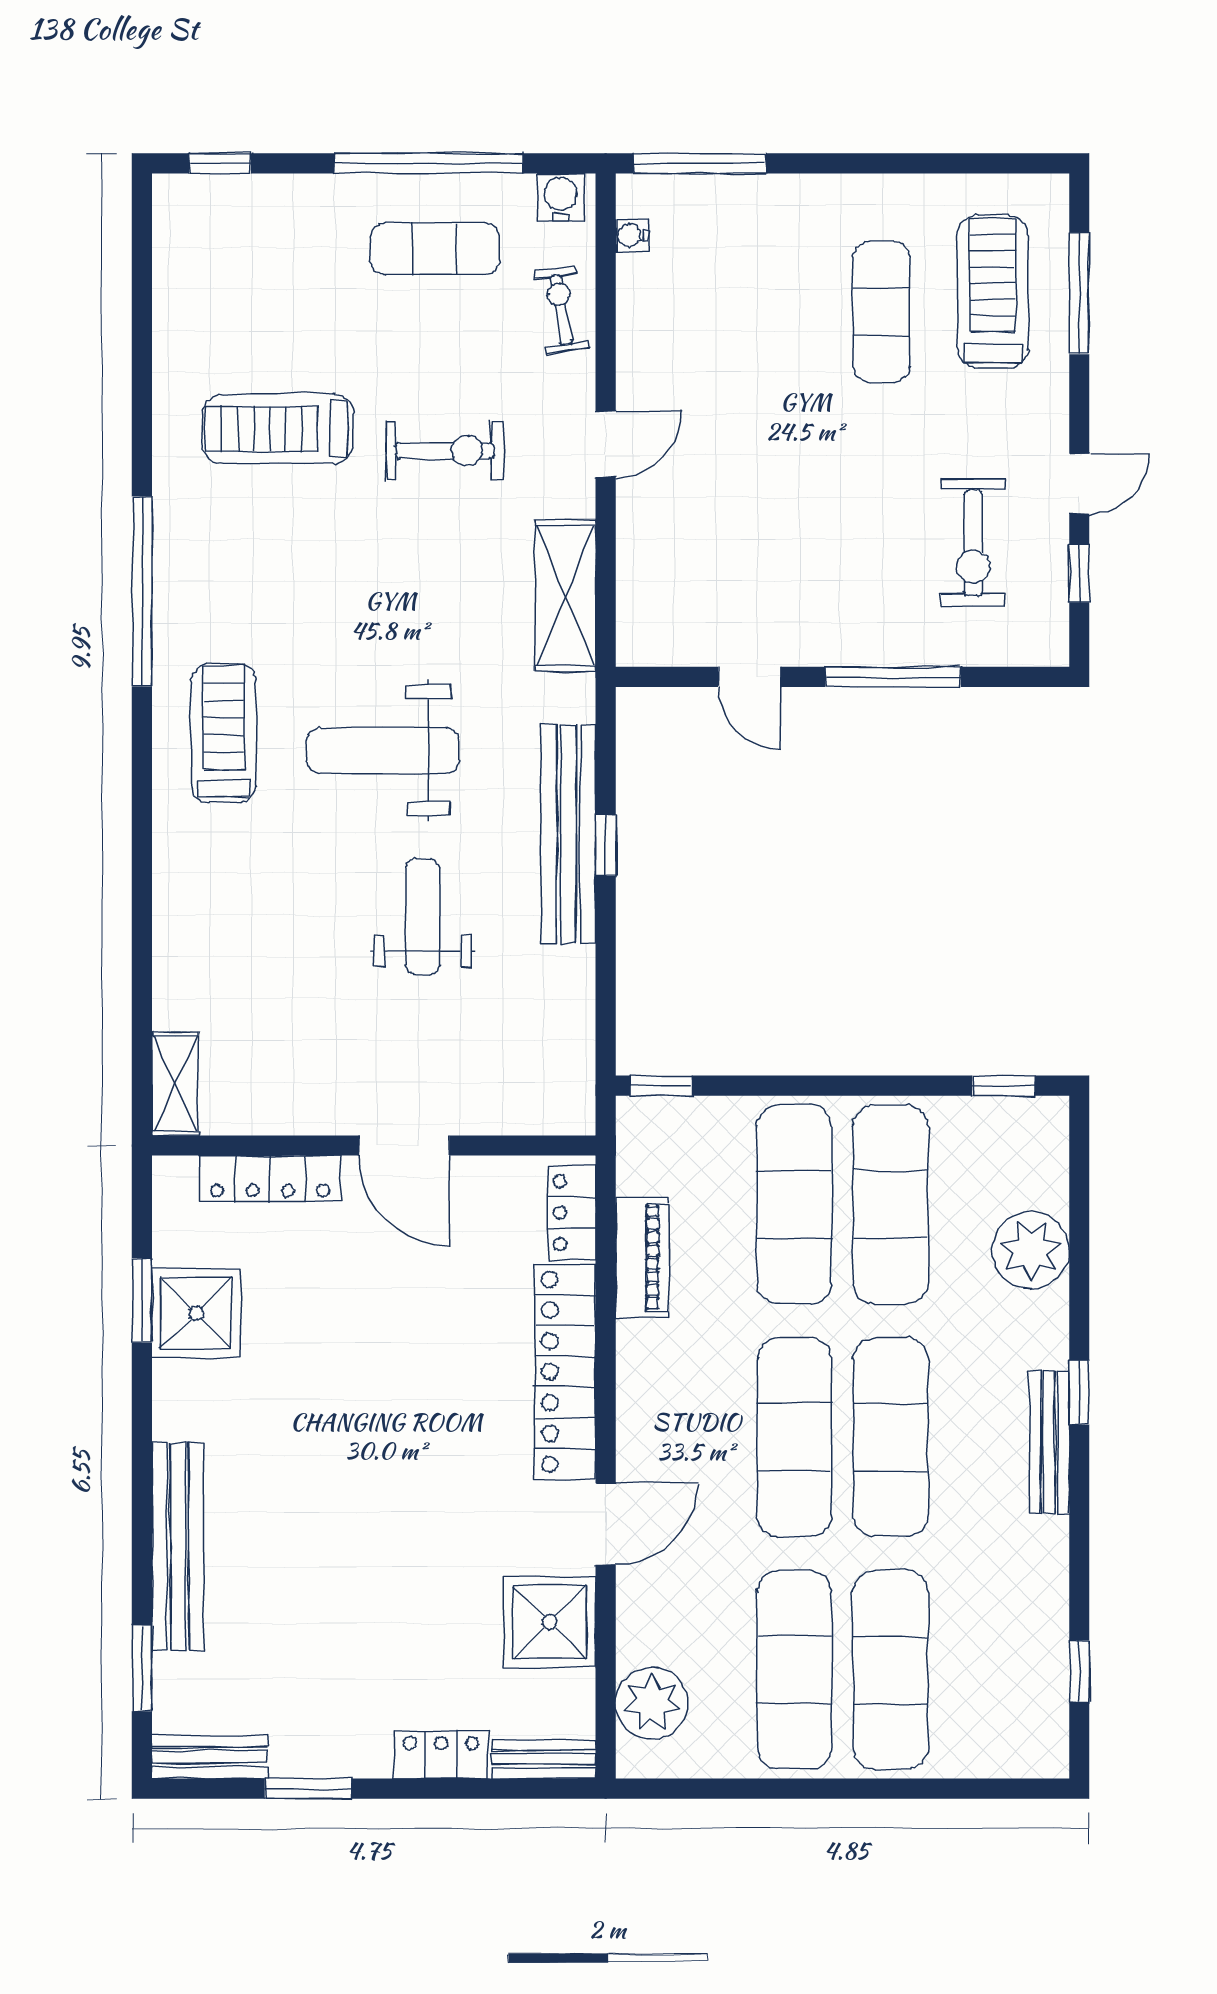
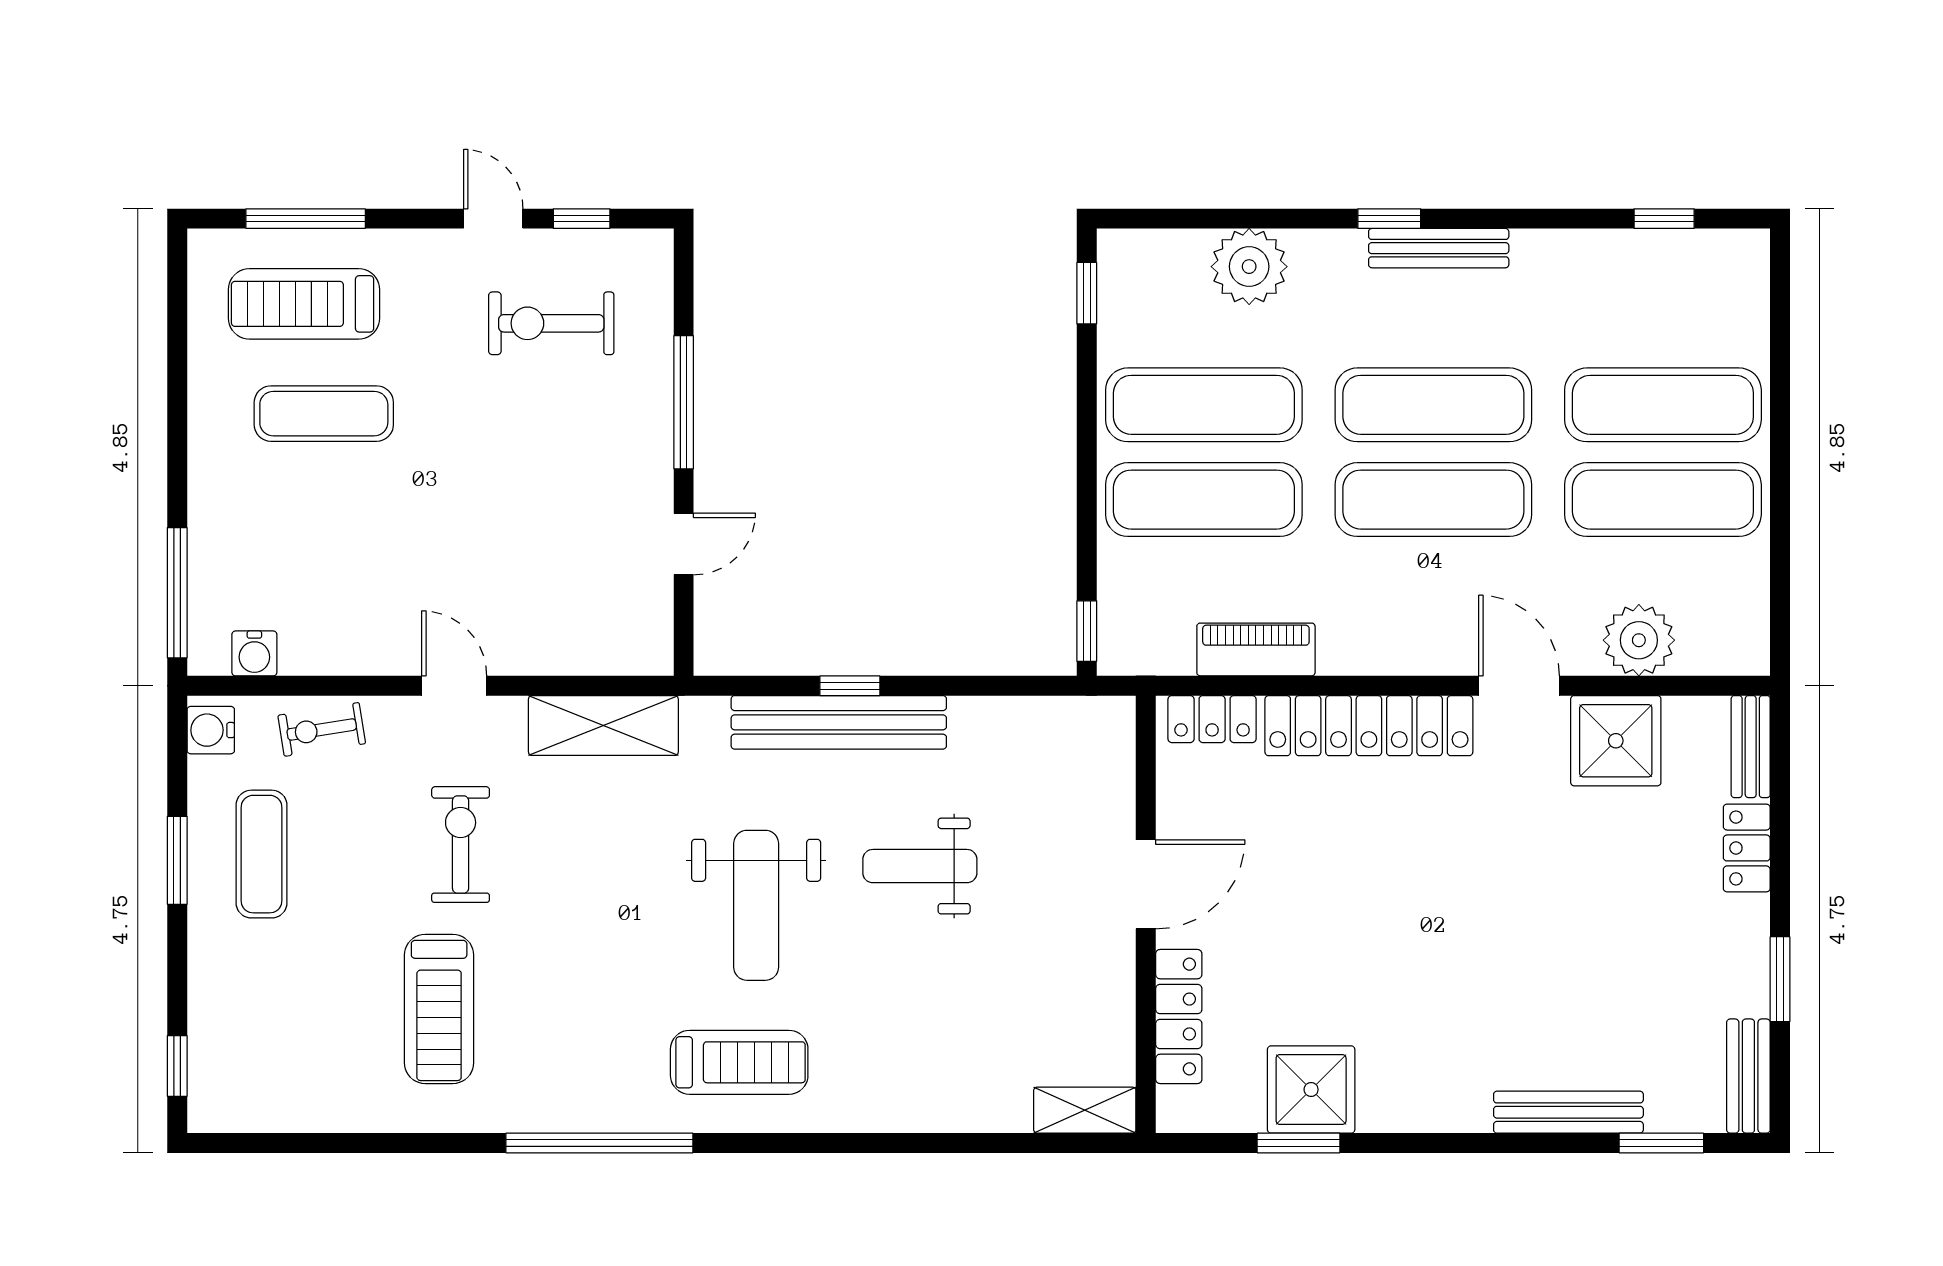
window: (429, 163) -> (177, 860), width x0.47
water cooler: (632, 235) -> (254, 653), width x1.38, depth x1.38
exercise bike: (973, 543) -> (551, 323), turned 180
treadmill: (224, 733) -> (739, 1062), turned 180
bench: (178, 1546) -> (1568, 1112), width x0.73, depth x0.82
plant: (652, 1703) -> (1639, 640), moved

